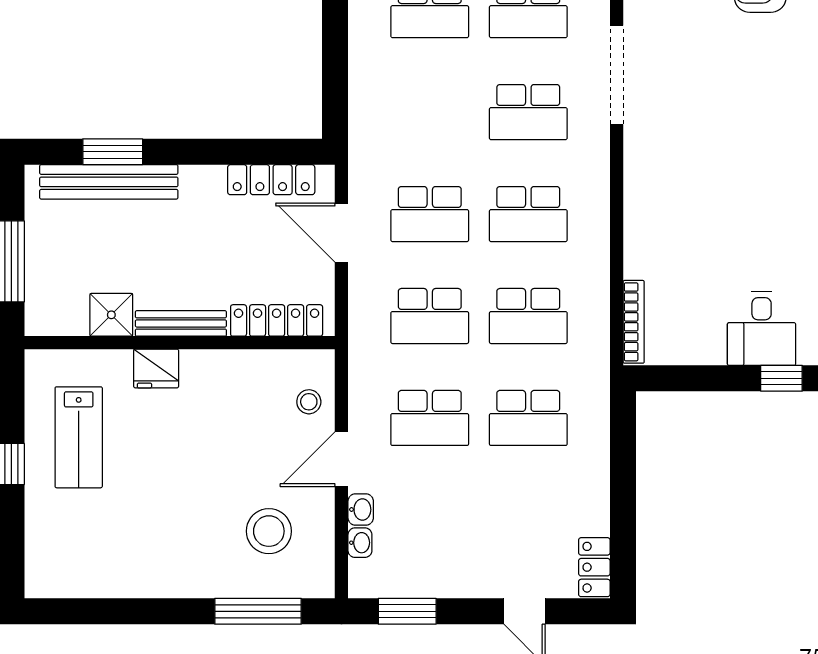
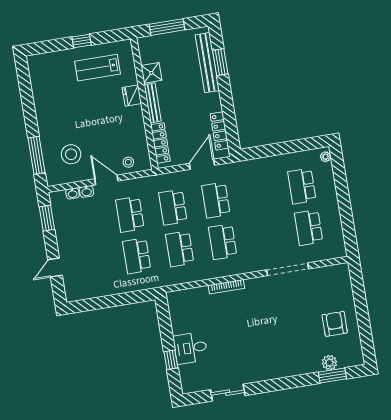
school desk: (528, 112) -> (266, 235), removed
bookcase: (634, 322) -> (226, 287), moved
locker: (594, 567) -> (78, 294), removed

